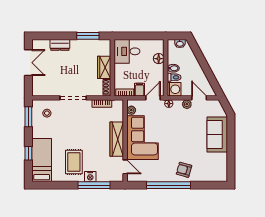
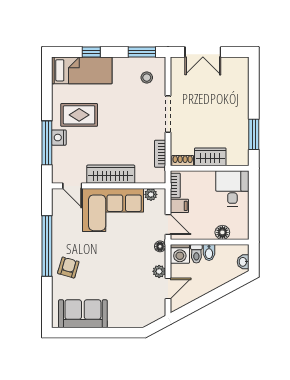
dresser: (60, 45) -> (241, 96), removed
double door: (28, 63) -> (203, 52), moved
sofa: (217, 135) -> (83, 314), moved
door: (125, 167) -> (72, 186), hinge flipped

